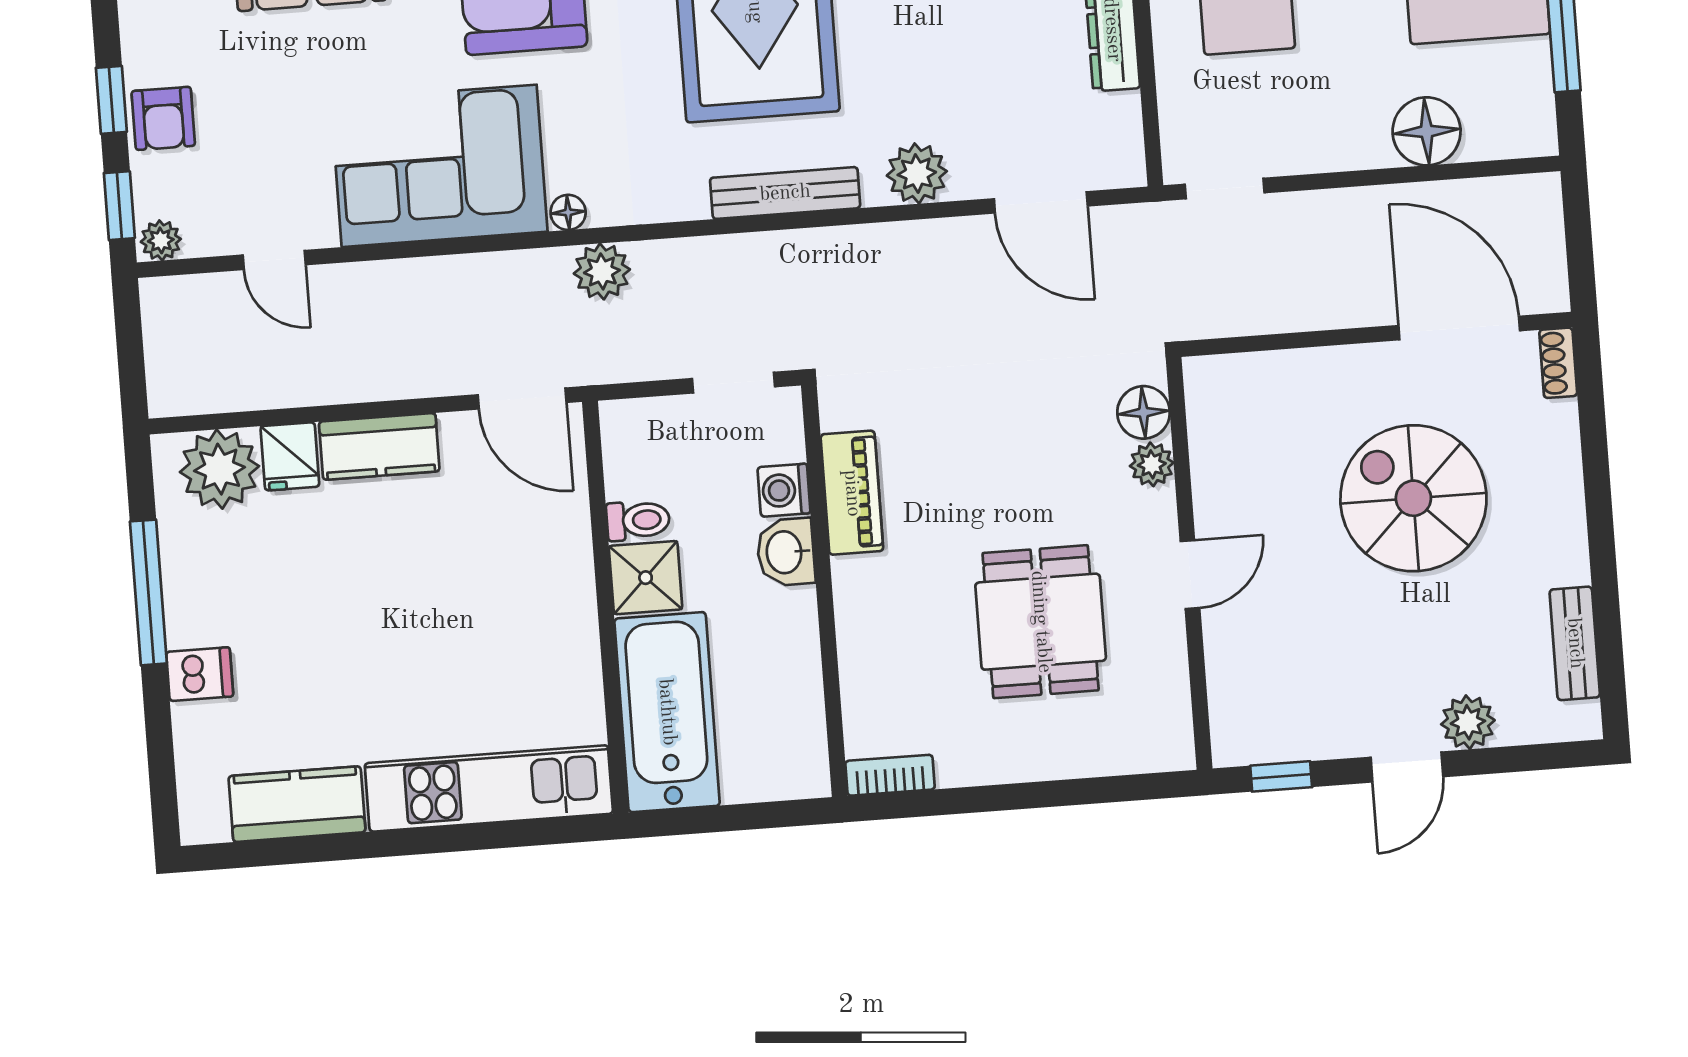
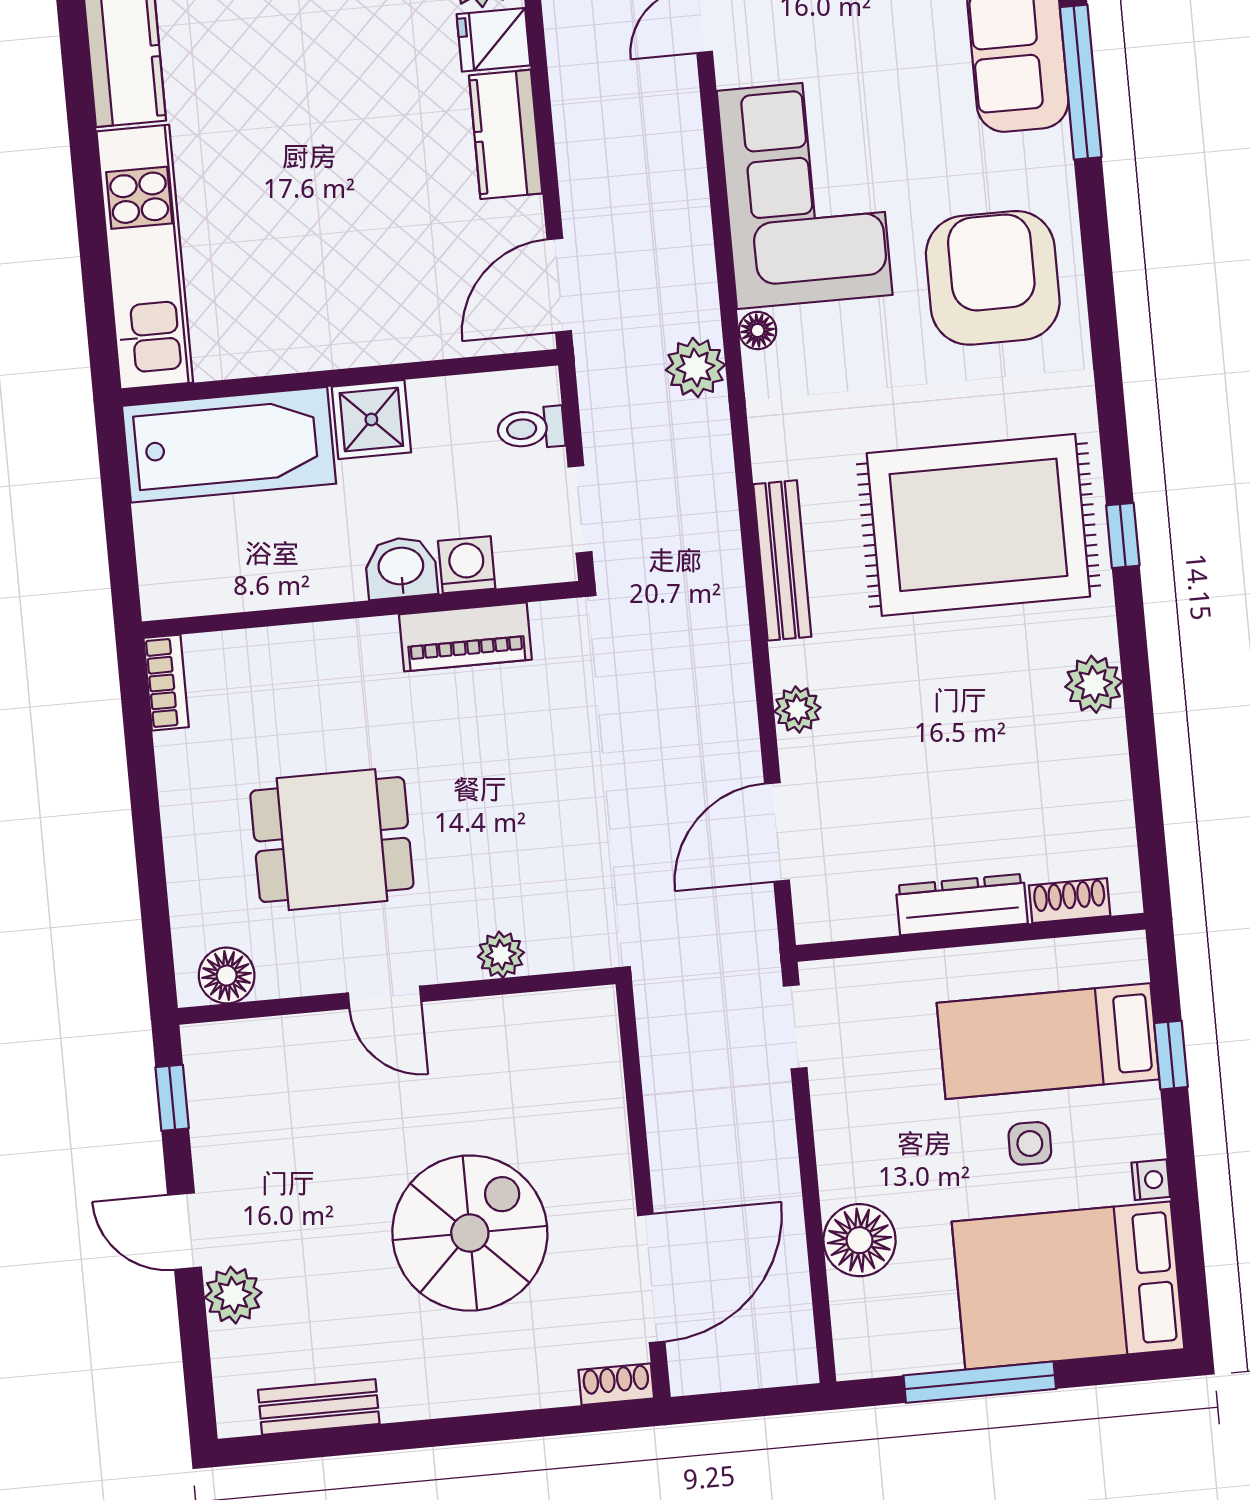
plant: (917, 173) -> (797, 709), width x0.73, depth x0.73
floor lamp: (1144, 412) -> (227, 976), moved
toilet: (638, 520) -> (531, 428), moved, turned 90

